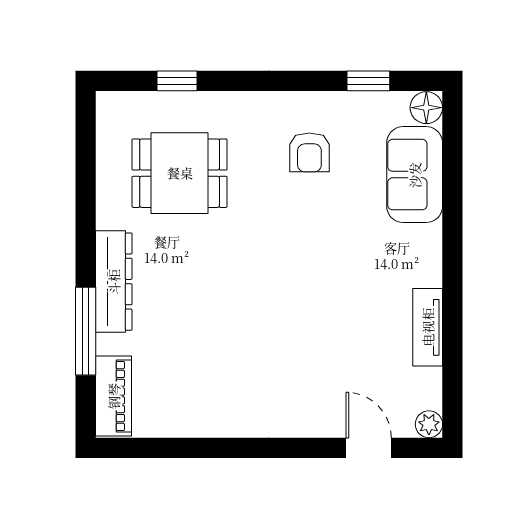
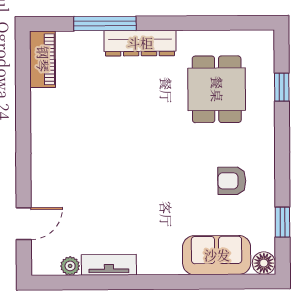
piano: (114, 396) -> (43, 59), moved, turned -90
plant: (429, 424) -> (70, 266), moved

